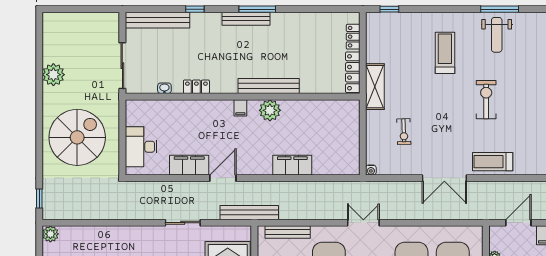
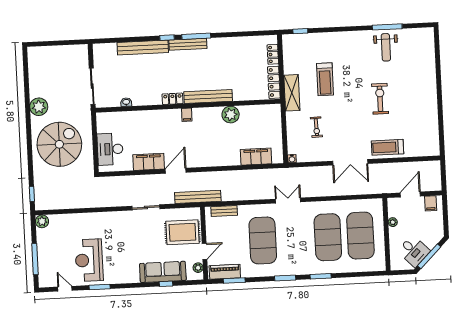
window: (195, 9) -> (167, 38), moved
bench: (158, 20) -> (143, 48), moved
treadmill: (445, 53) -> (325, 79), moved, turned 180
plant: (53, 75) -> (39, 107), moved
locker: (196, 87) -> (172, 99), moved
plant: (270, 110) -> (231, 115), moved
filing cabinet: (292, 165) -> (256, 157), moved
bench: (288, 232) -> (224, 211), width x0.73

